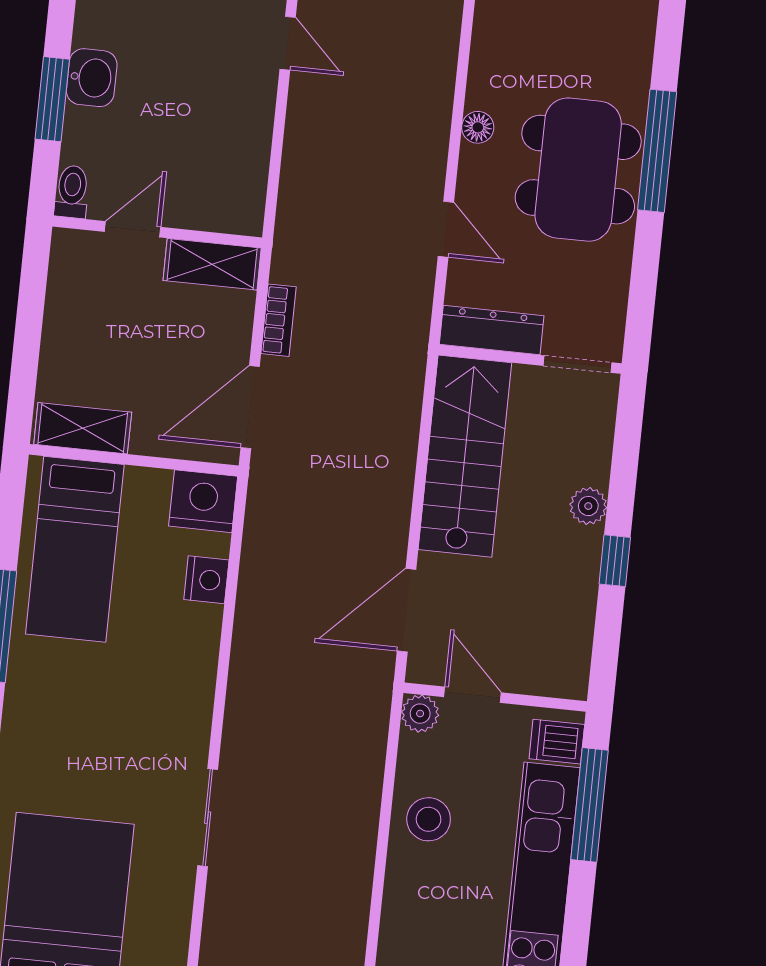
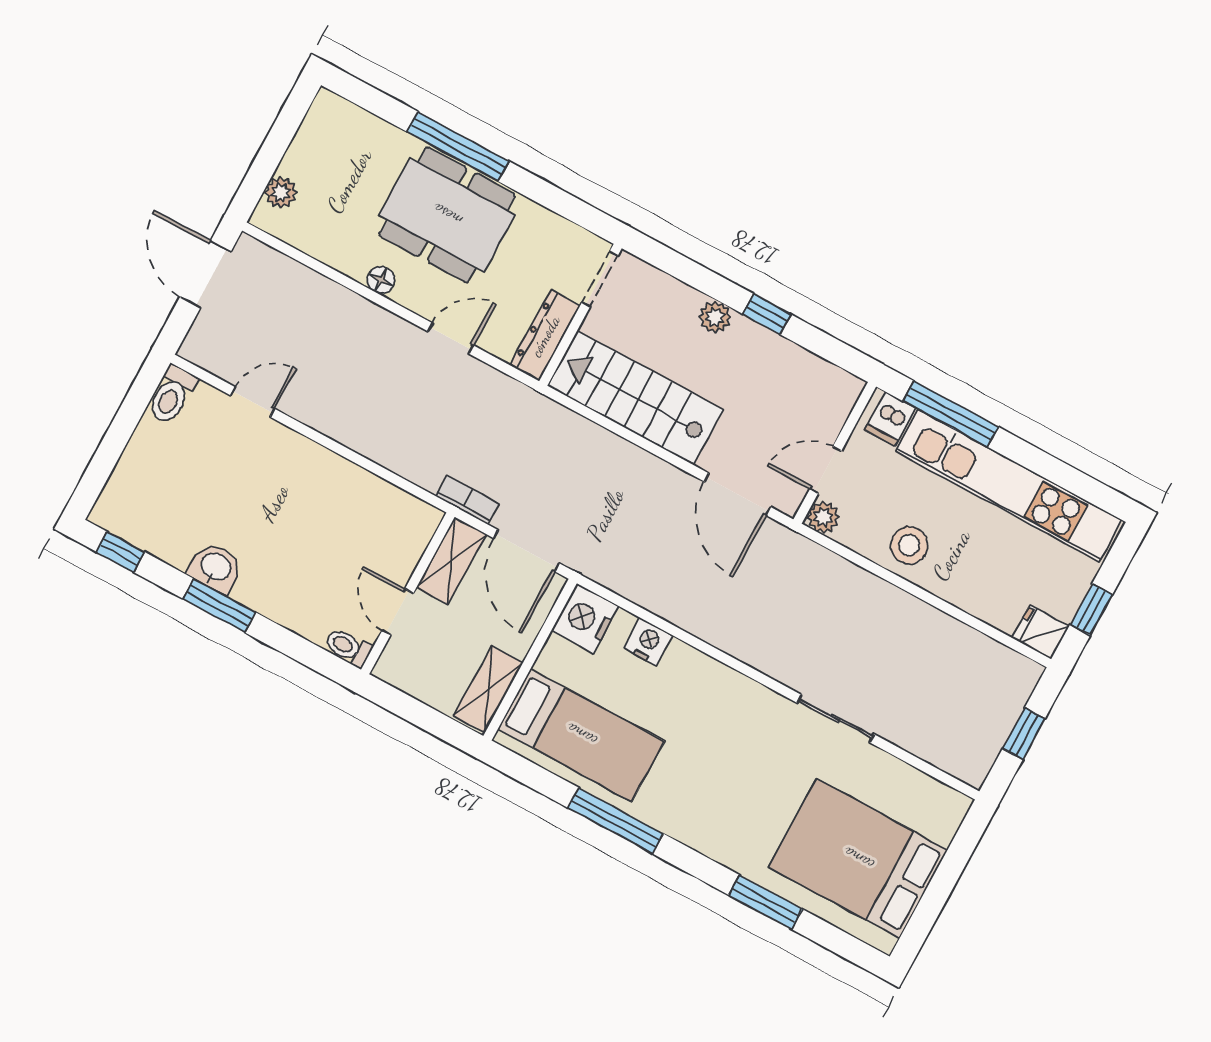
toilet: (72, 192) -> (348, 647), moved
door: (133, 229) -> (398, 612), moved
wall: (157, 232) -> (408, 593), moved
shelving: (212, 264) -> (451, 561), moved

